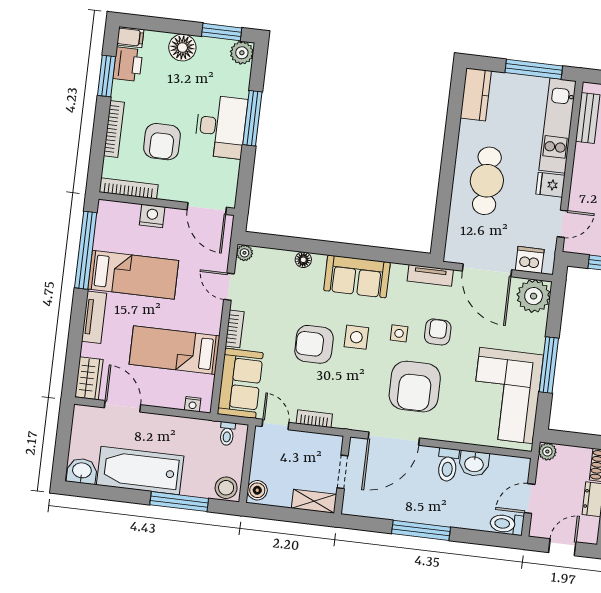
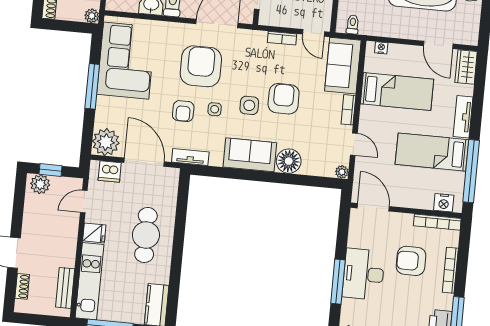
armchair: (162, 142) -> (411, 261), turned -90
nightstand: (152, 216) -> (444, 203), moved
floor lamp: (303, 260) -> (289, 161), width x1.89, depth x1.89
armchair: (314, 344) -> (284, 99), turned -90

